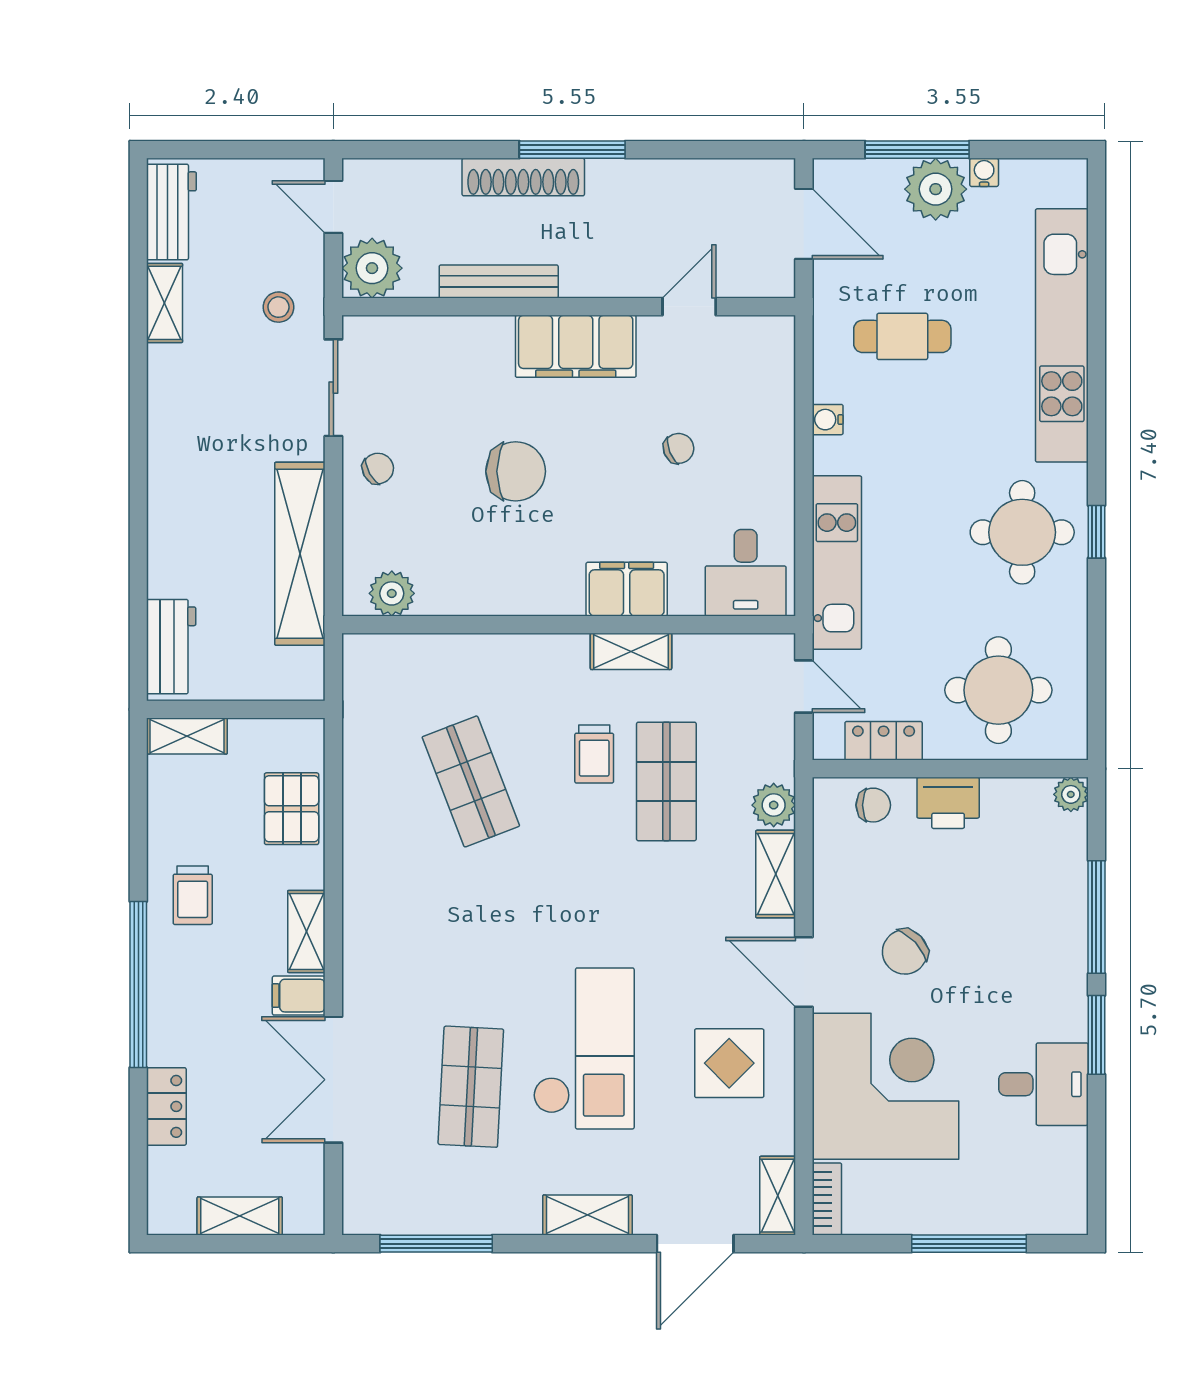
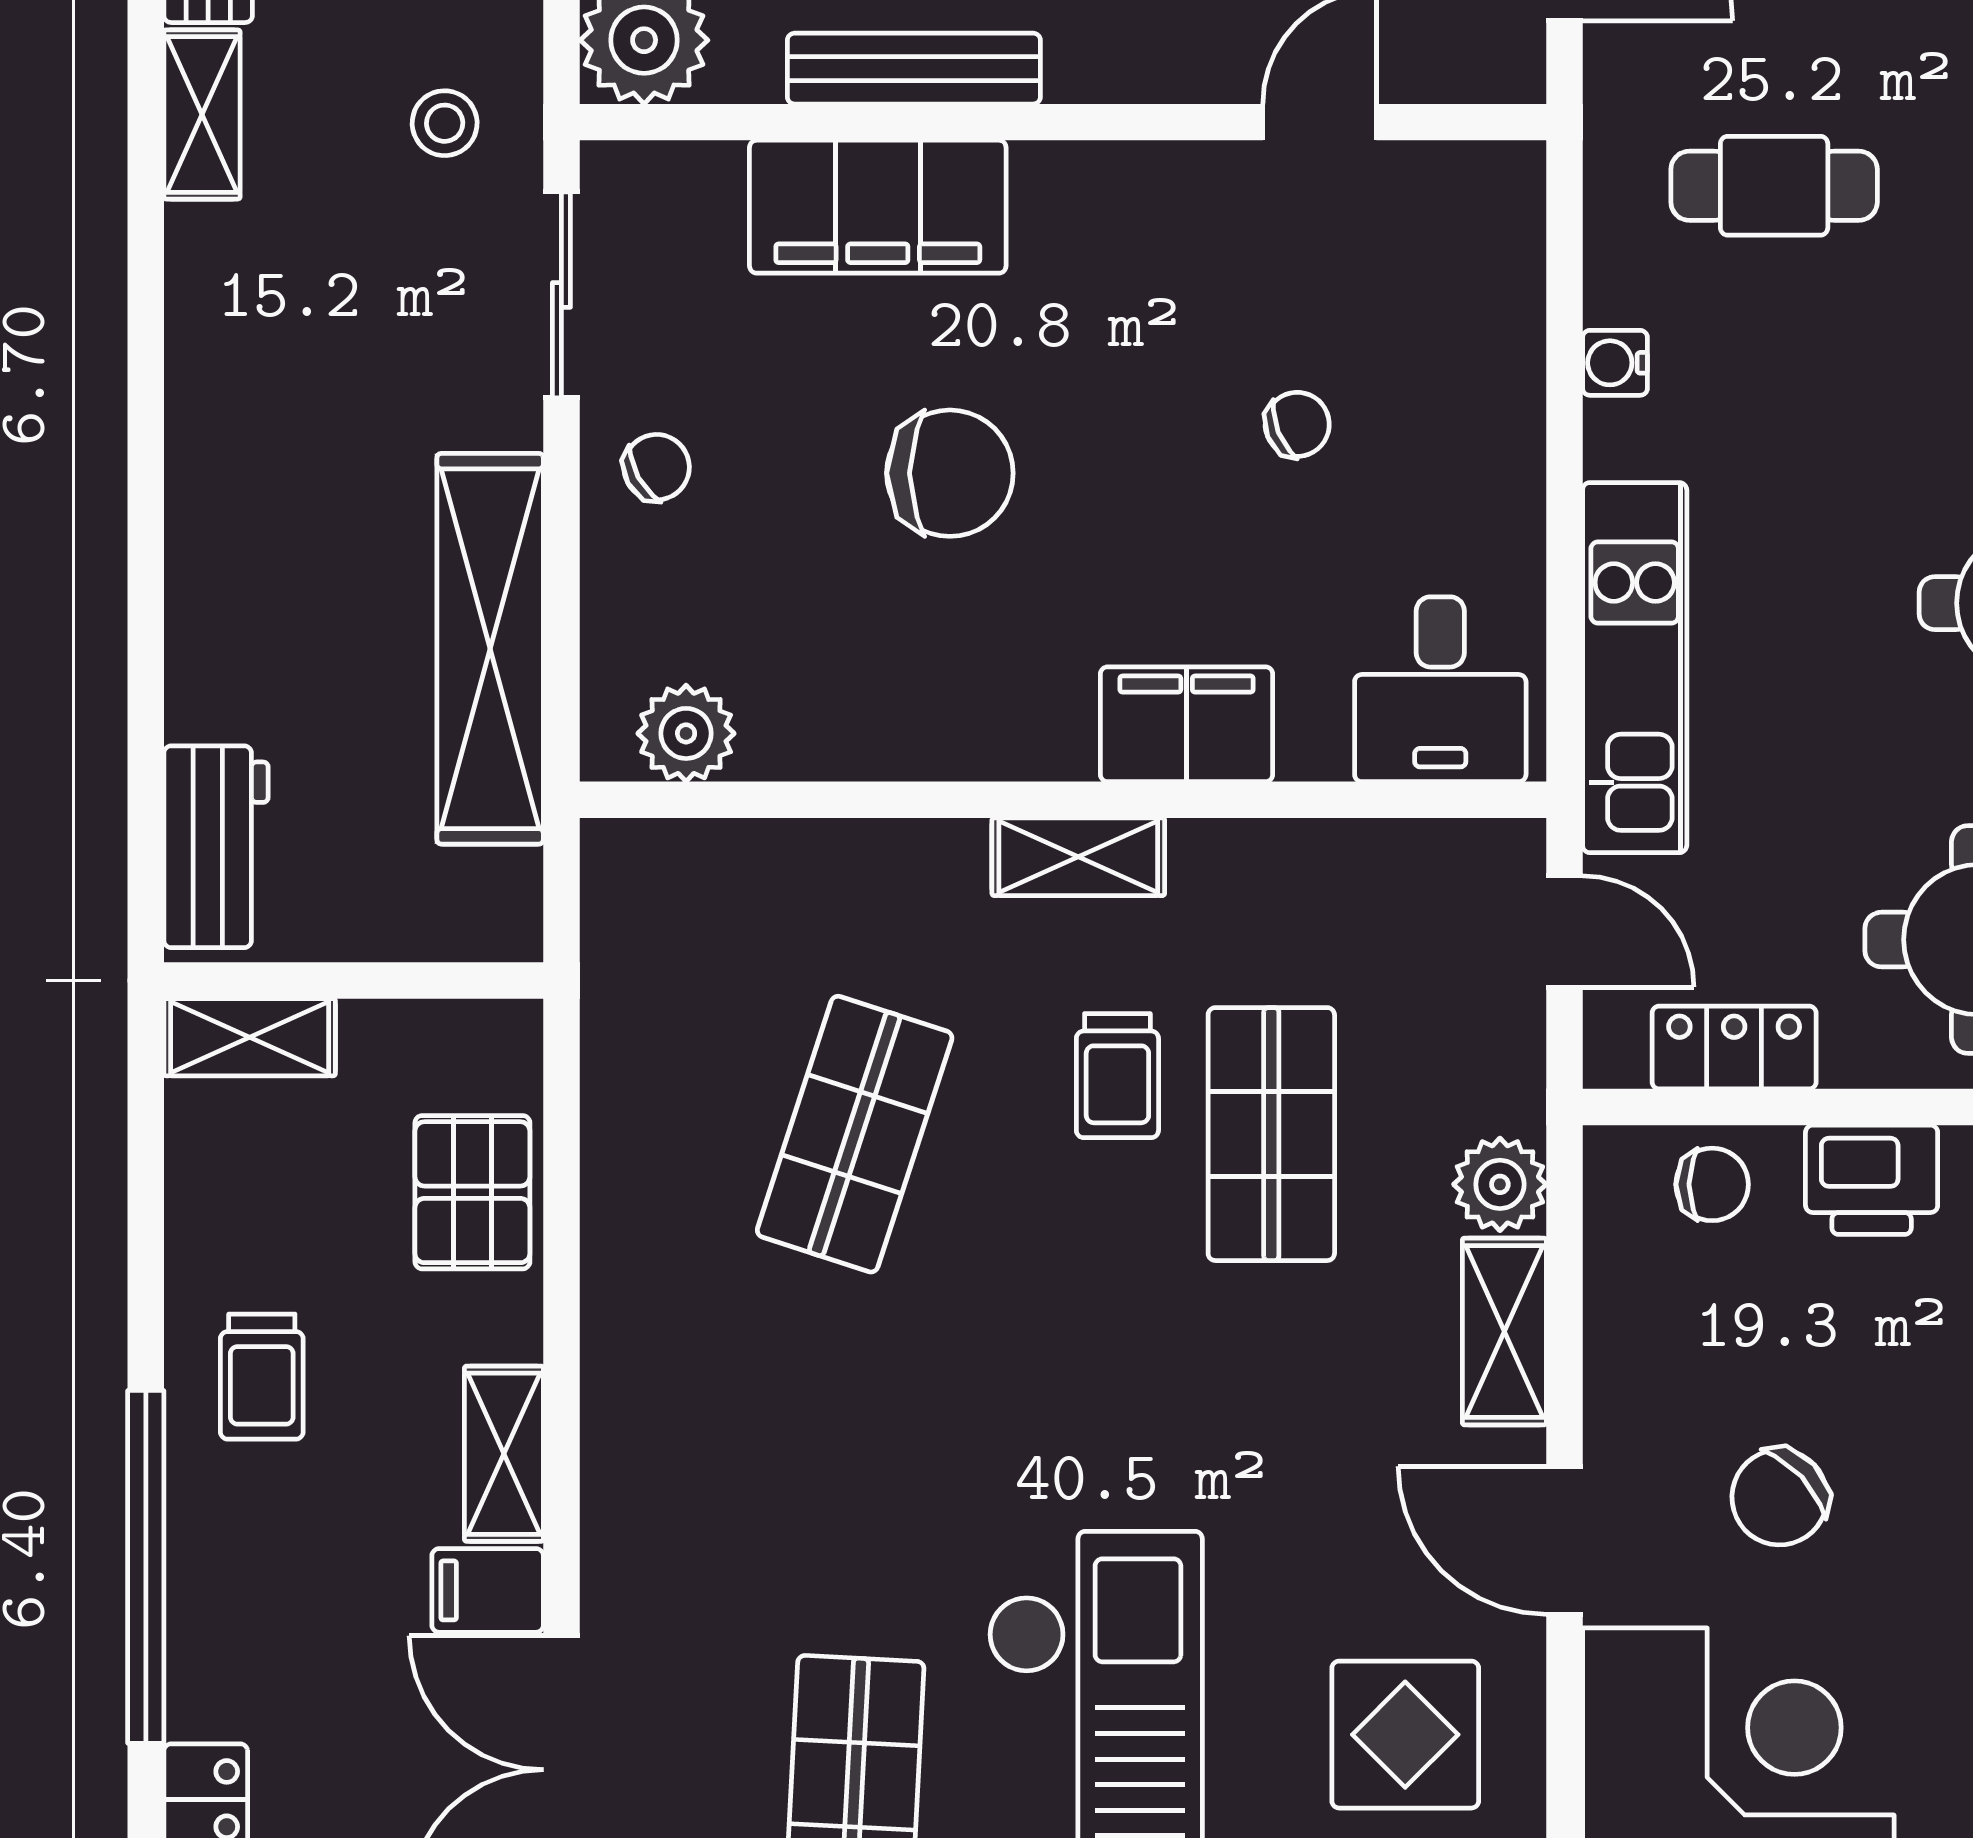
filing cabinet: (576, 346) -> (878, 207), moved
shelving: (631, 651) -> (1078, 857), moved
shop shelf: (471, 781) -> (855, 1134), turned 39

